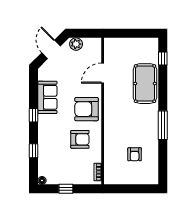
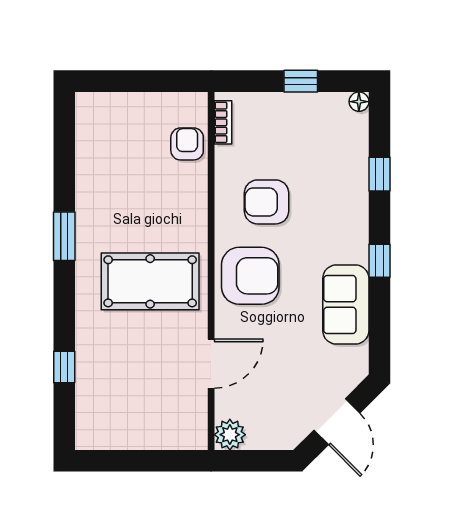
plant: (76, 44) -> (230, 435), moved
window: (163, 59) -> (64, 367), moved
pool table: (145, 84) -> (150, 281), moved, turned 90
window: (163, 125) -> (64, 236), width x0.69
armchair: (135, 154) -> (187, 144), moved

